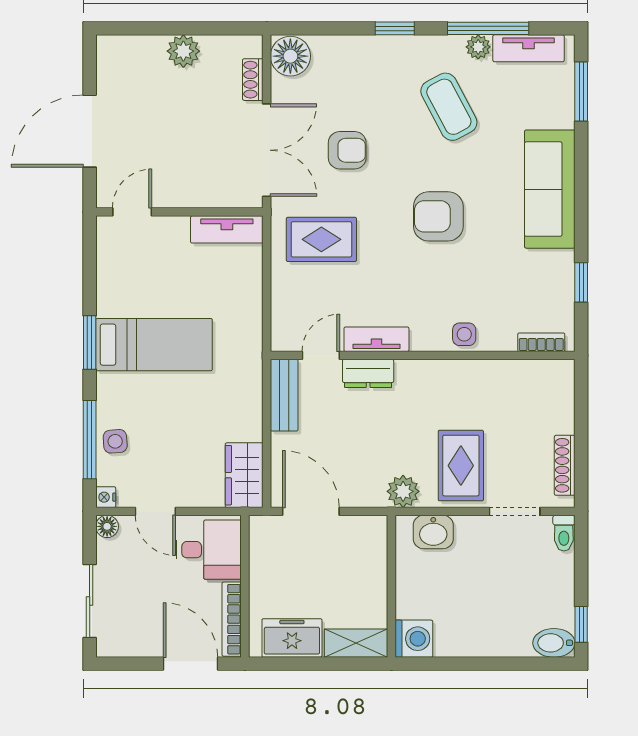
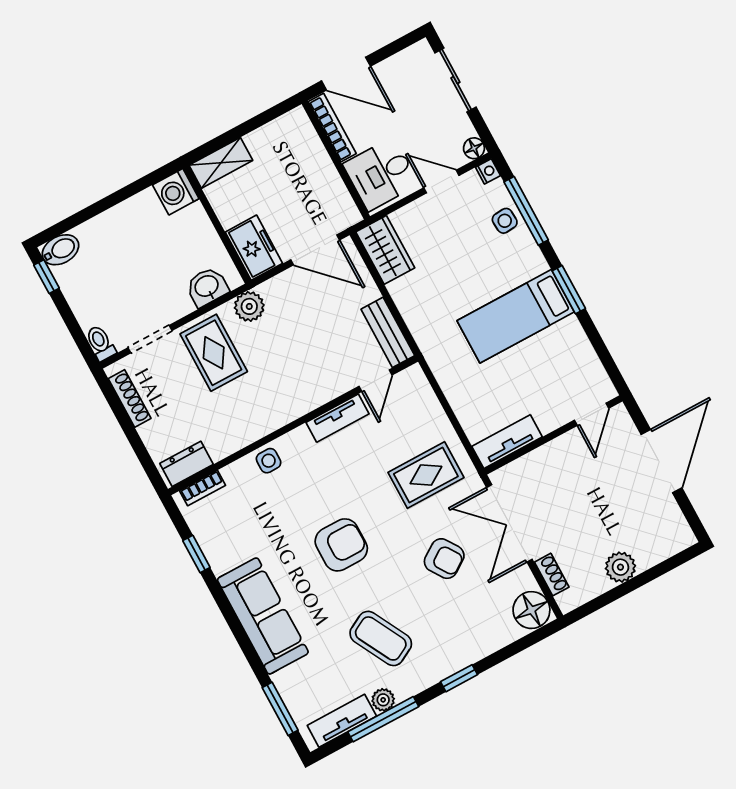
armchair: (347, 150) -> (444, 559), turned -124
dresser: (368, 373) -> (187, 464), moved
freezer: (292, 638) -> (254, 248), moved, turned -90

